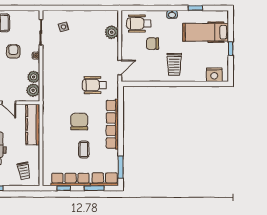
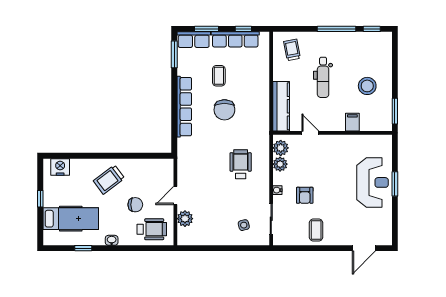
trolley: (174, 64) -> (109, 180), turned -127
door: (120, 67) -> (175, 195), moved
wheelchair: (94, 85) -> (241, 164), moved, turned -90

